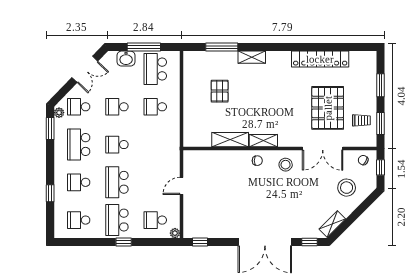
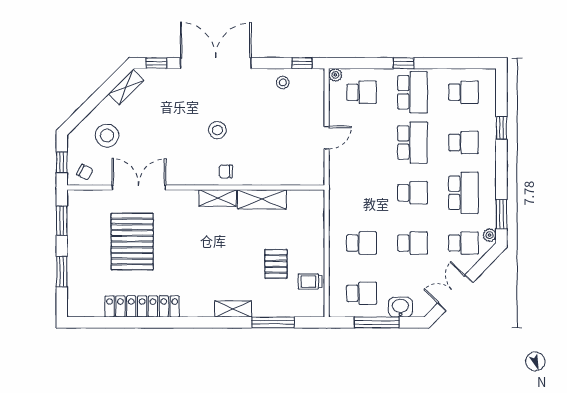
school desk: (155, 69) -> (362, 293), width x0.54
trolley: (361, 120) -> (310, 282), moved
stool: (286, 165) -> (217, 130), moved
stool: (214, 227) -> (283, 82), added

